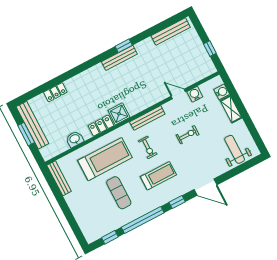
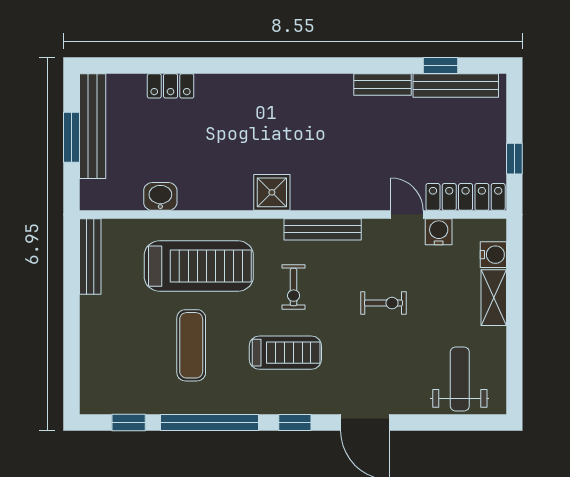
window: (124, 46) -> (440, 66), moved
bench: (119, 58) -> (382, 84), moved, width x0.73
locker: (101, 126) -> (466, 197), moved, width x1.53

